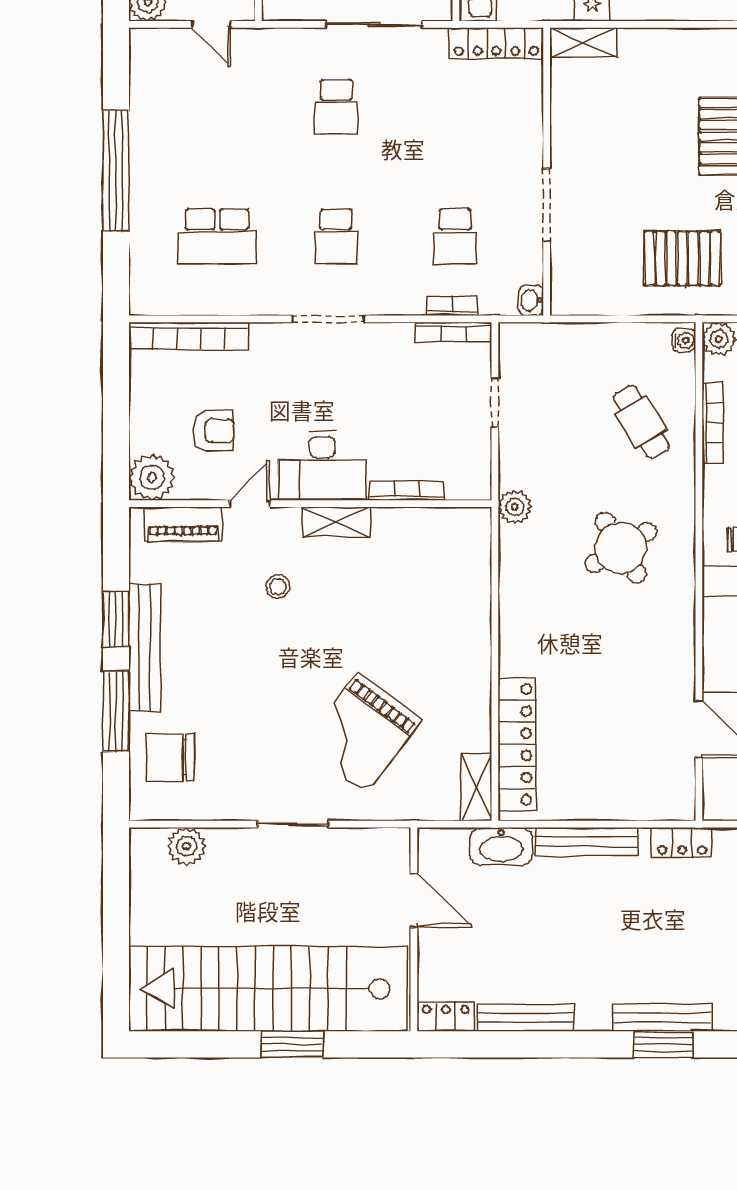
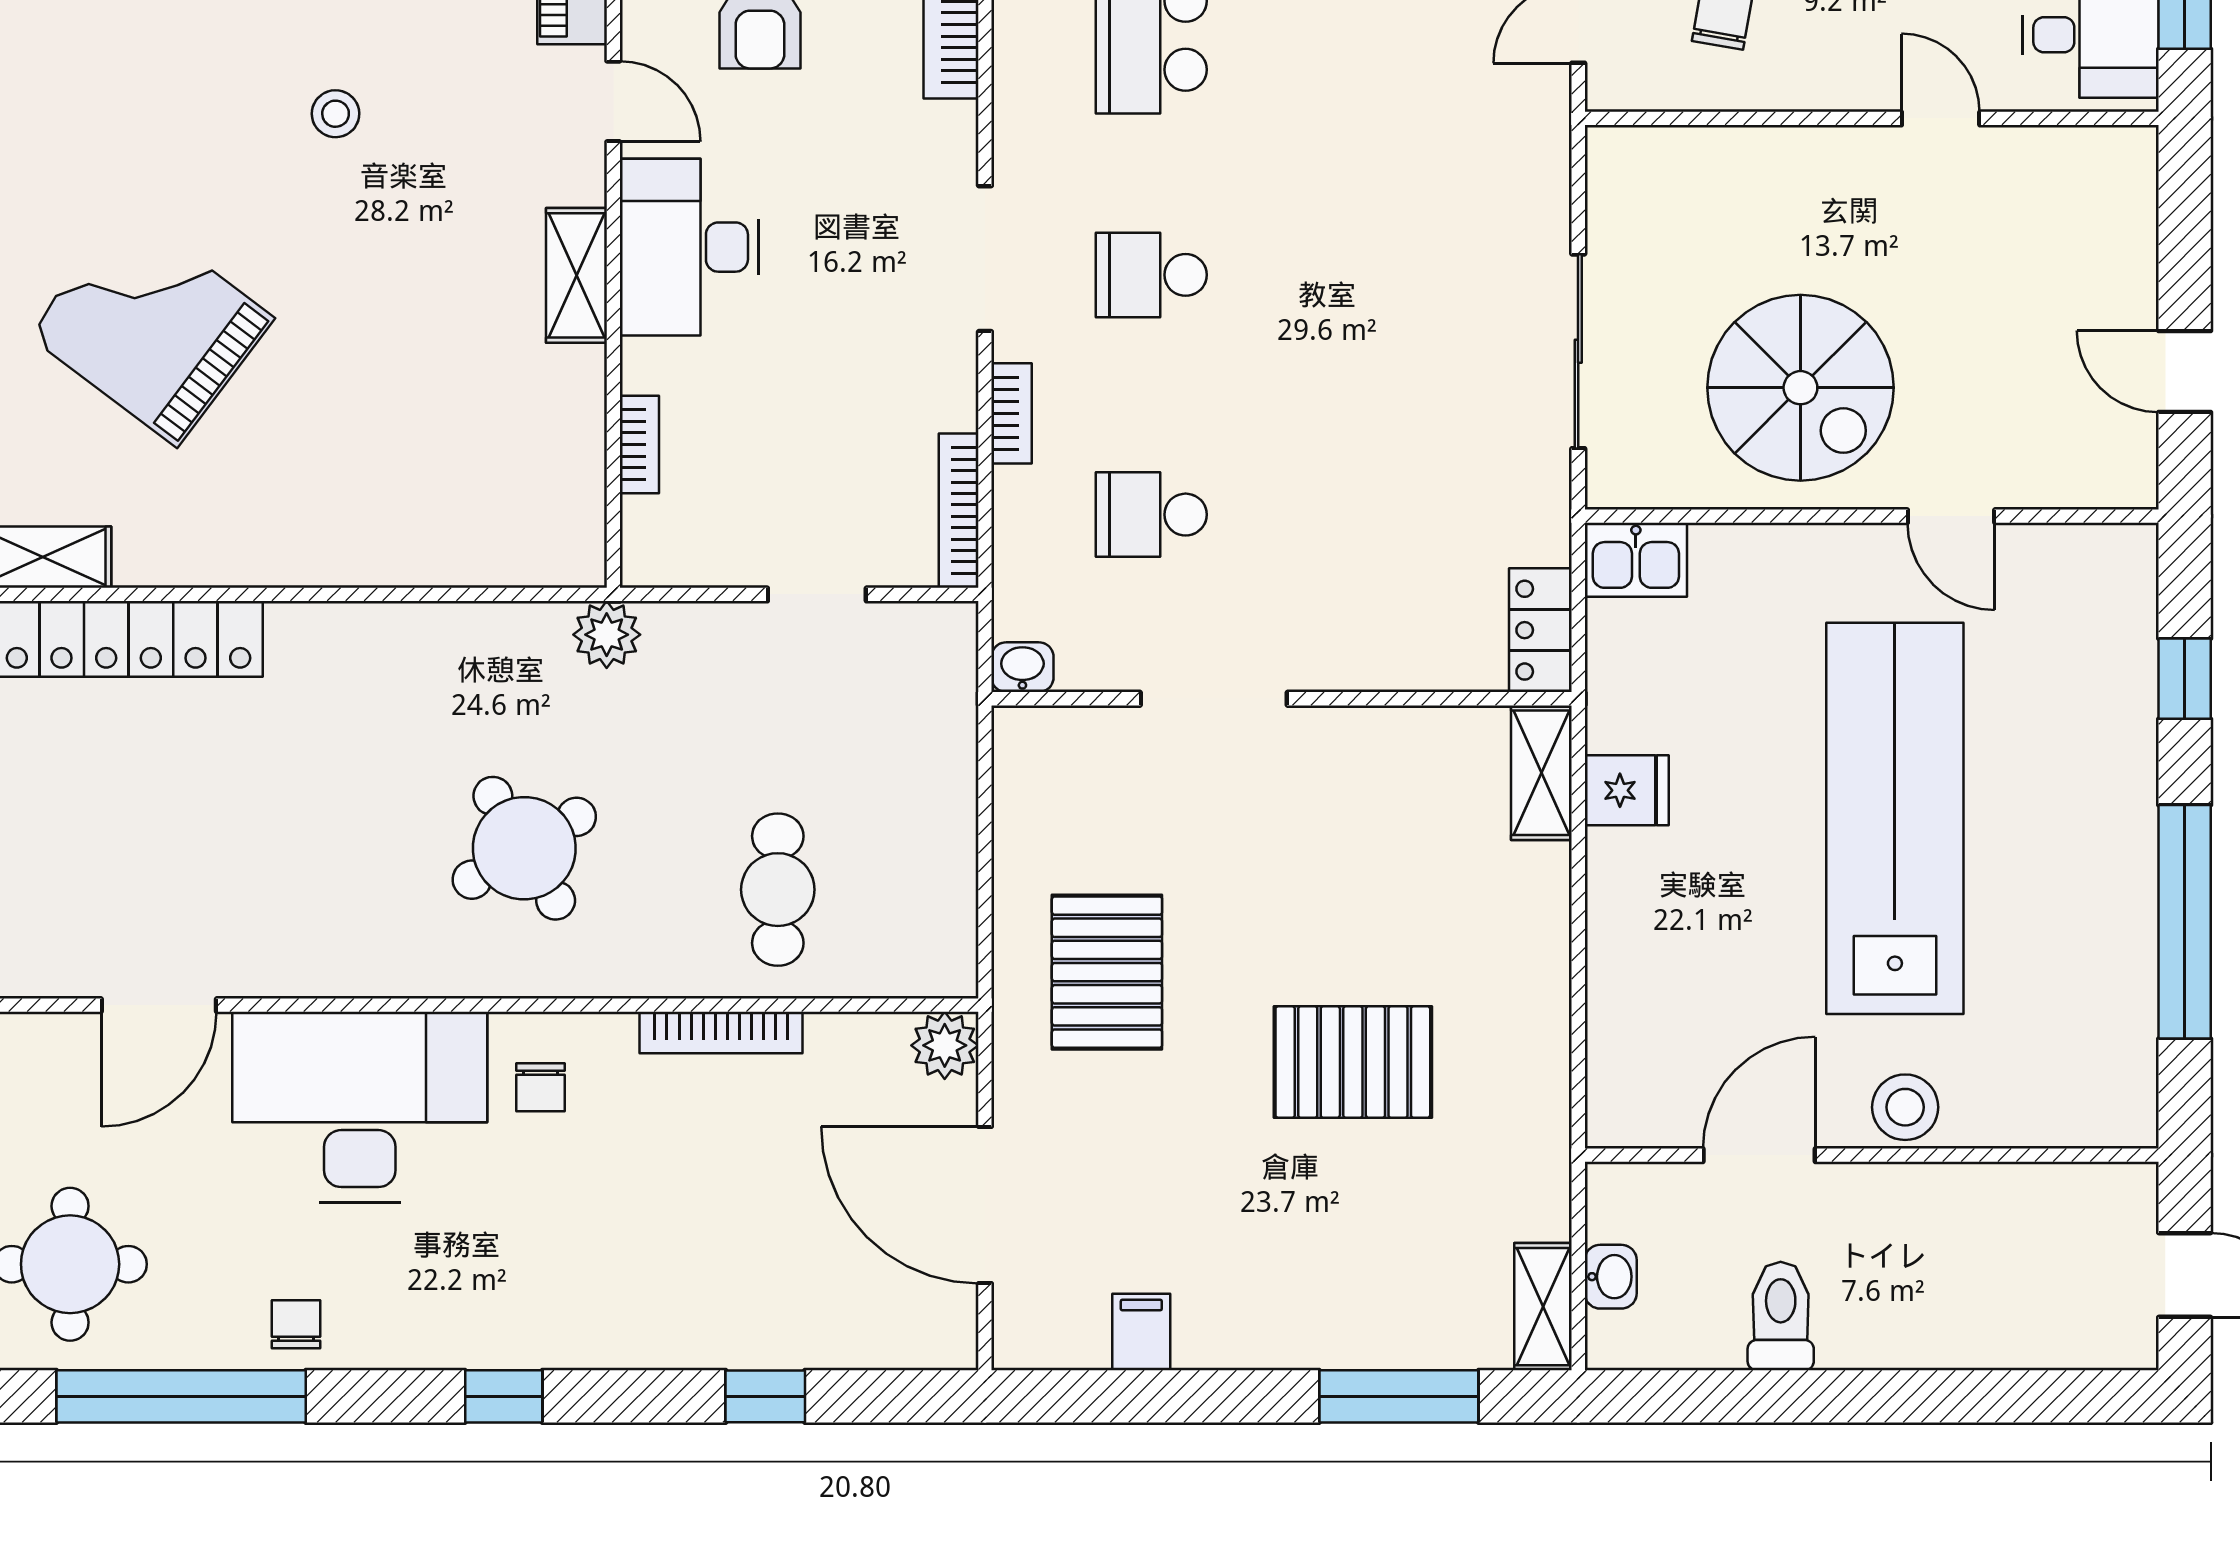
locker: (496, 43) -> (1540, 630), width x0.66
school desk: (336, 107) -> (1412, 275), removed
bookcase: (452, 306) -> (1012, 413), moved
water cooler: (684, 340) -> (942, 975), removed
cafe table: (641, 422) -> (778, 890), turned -60
bookcase: (712, 423) -> (721, 1033), moved
bookcase: (407, 491) -> (639, 445), width x0.64
stool: (278, 586) -> (336, 114), moved

